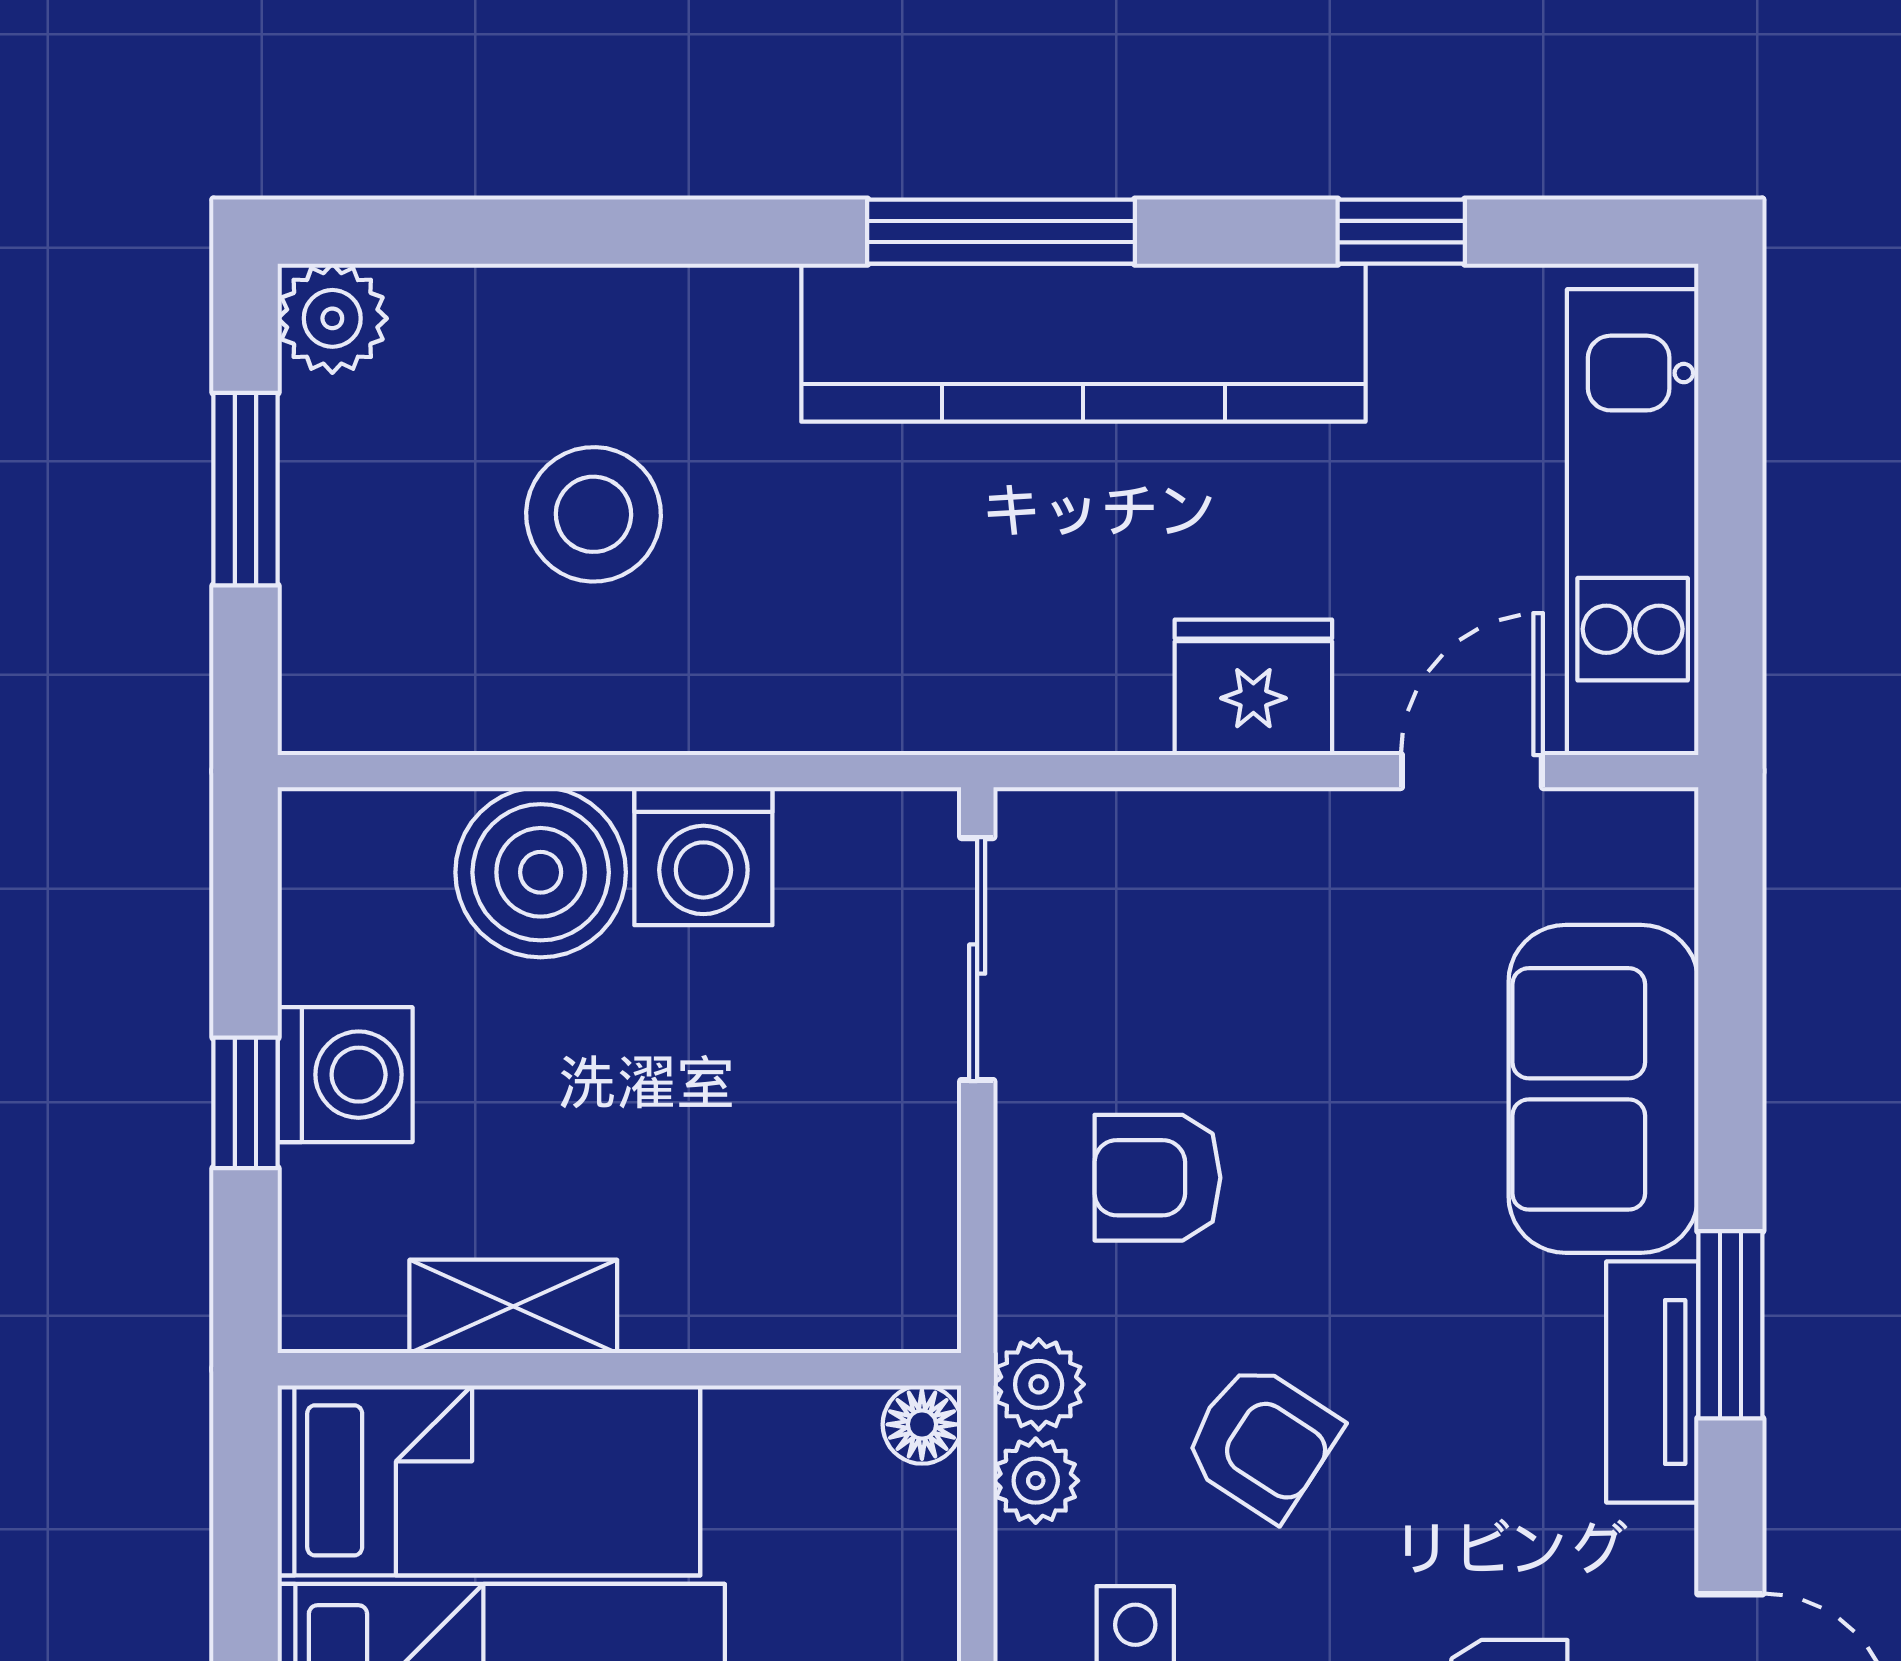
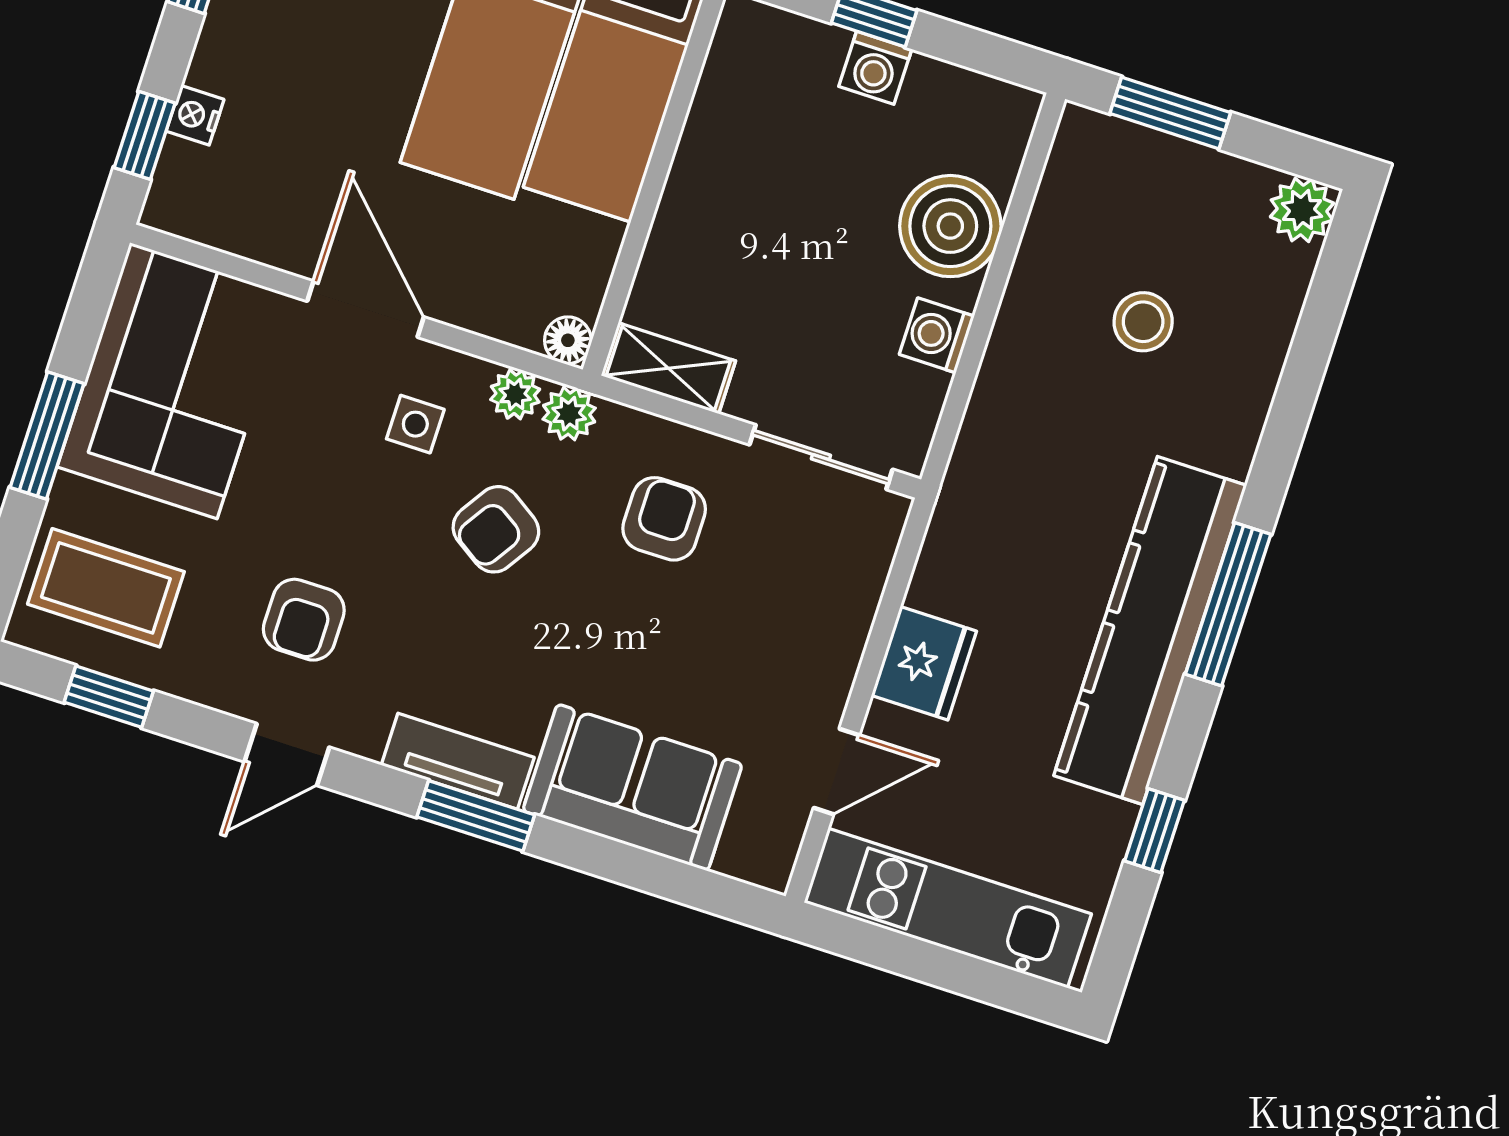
window: (246, 489) -> (1170, 113), moved
stool: (593, 514) -> (1143, 322), width x0.73, depth x0.73
door: (1472, 771) -> (836, 771), hinge flipped
washing machine: (703, 856) -> (937, 335), width x0.73, depth x0.73
washing machine: (345, 1075) -> (875, 68), width x0.73, depth x0.73
shelving: (513, 1306) -> (668, 368), moved, turned 90

